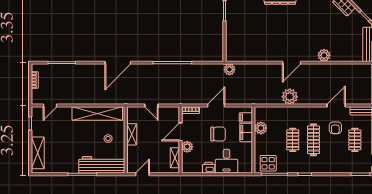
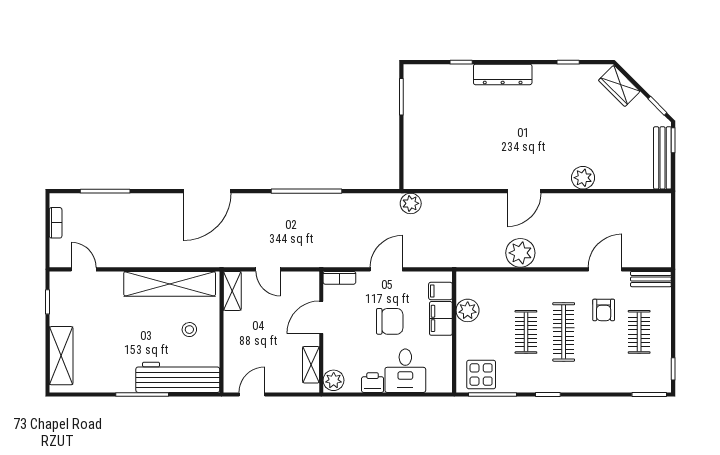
door: (50, 106) -> (84, 269), swing flipped
shelving: (132, 134) -> (232, 291), moved
plant: (187, 147) -> (334, 380), moved

